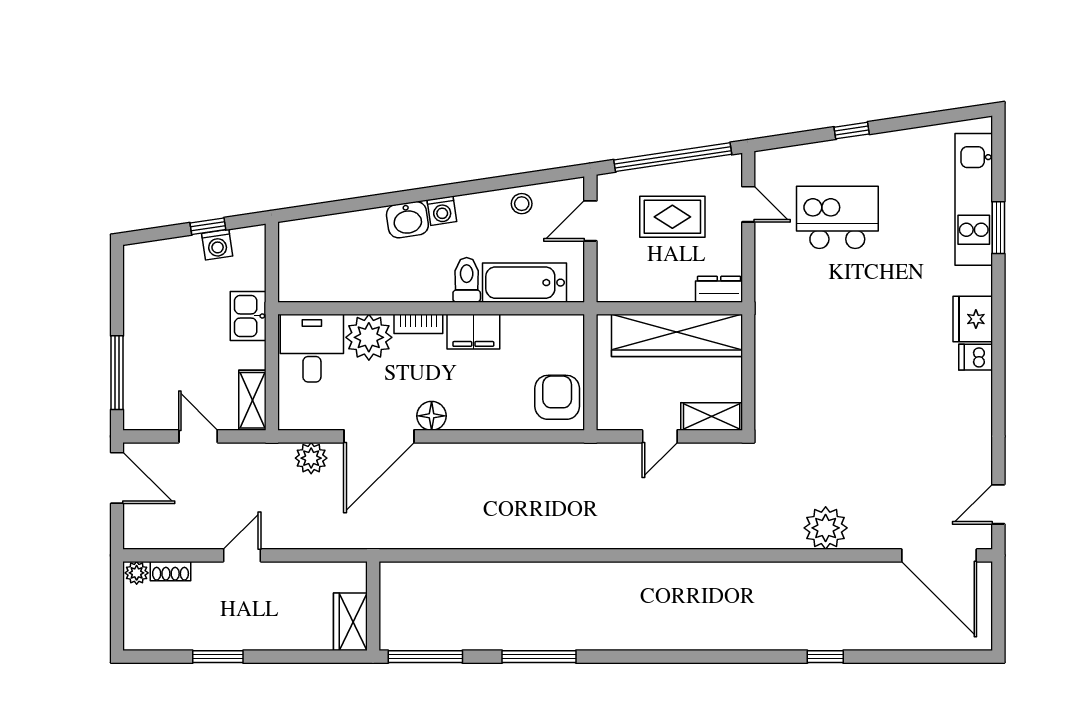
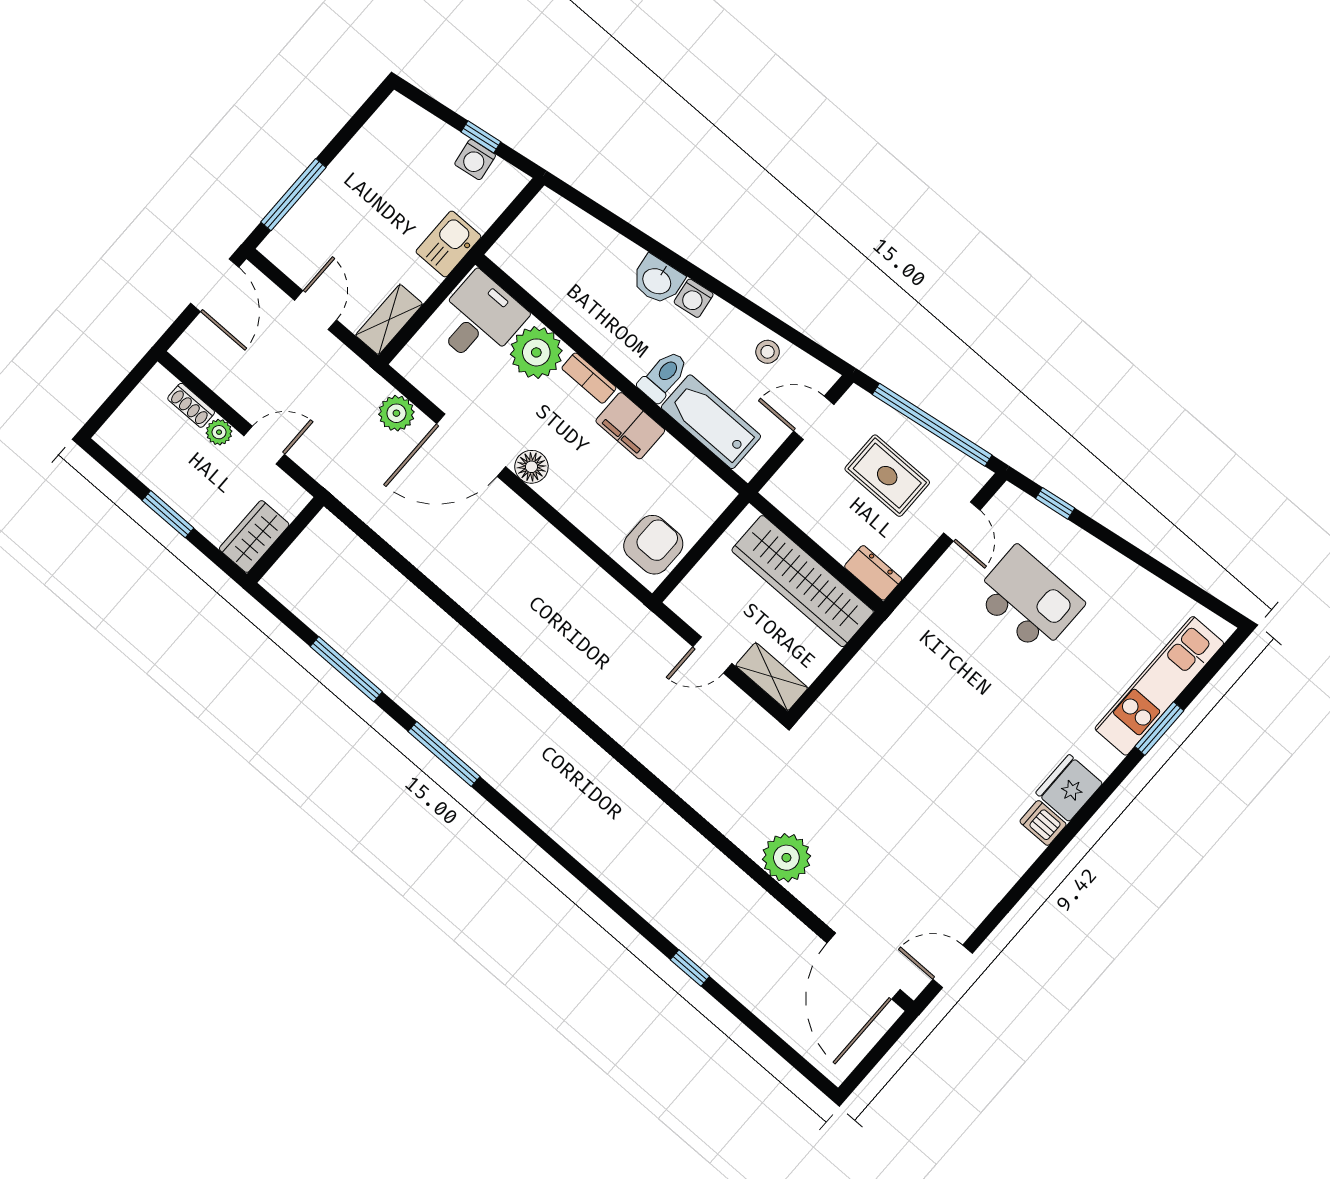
window: (852, 131) -> (1055, 503), moved
plant: (137, 573) -> (219, 432), moved
wall: (373, 606) -> (285, 540), moved
wardrobe: (350, 622) -> (254, 537), moved

